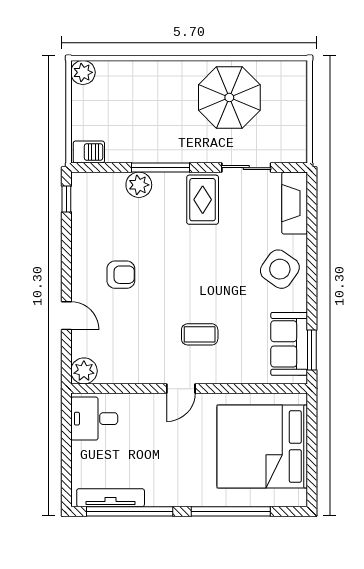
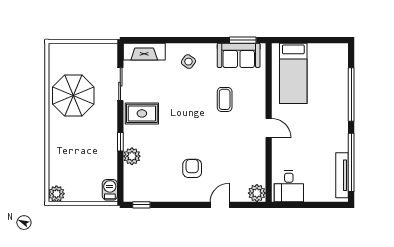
window: (160, 168) -> (120, 142), width x0.46
side table: (280, 269) -> (188, 62), width x0.54, depth x0.54
coffee table: (200, 334) -> (225, 99), moved
bed: (262, 447) -> (293, 73), width x0.49

